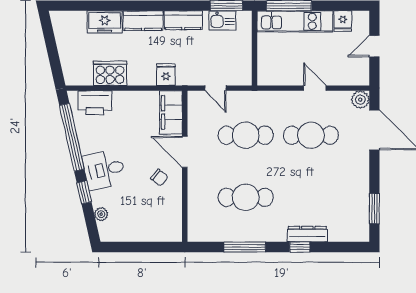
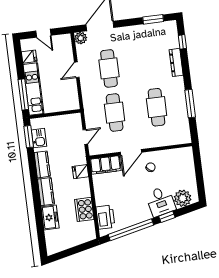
desk: (104, 170) -> (161, 201), moved
plant: (101, 214) -> (183, 198), width x1.88, depth x1.88
window: (300, 247) -> (182, 42), moved

